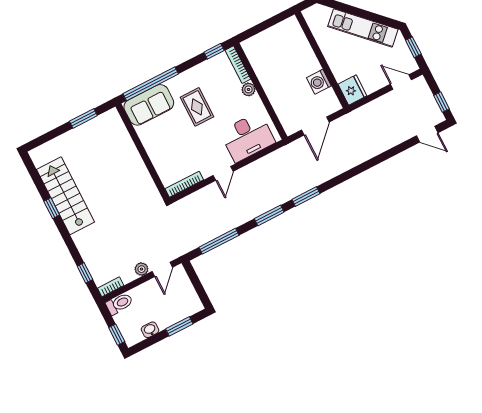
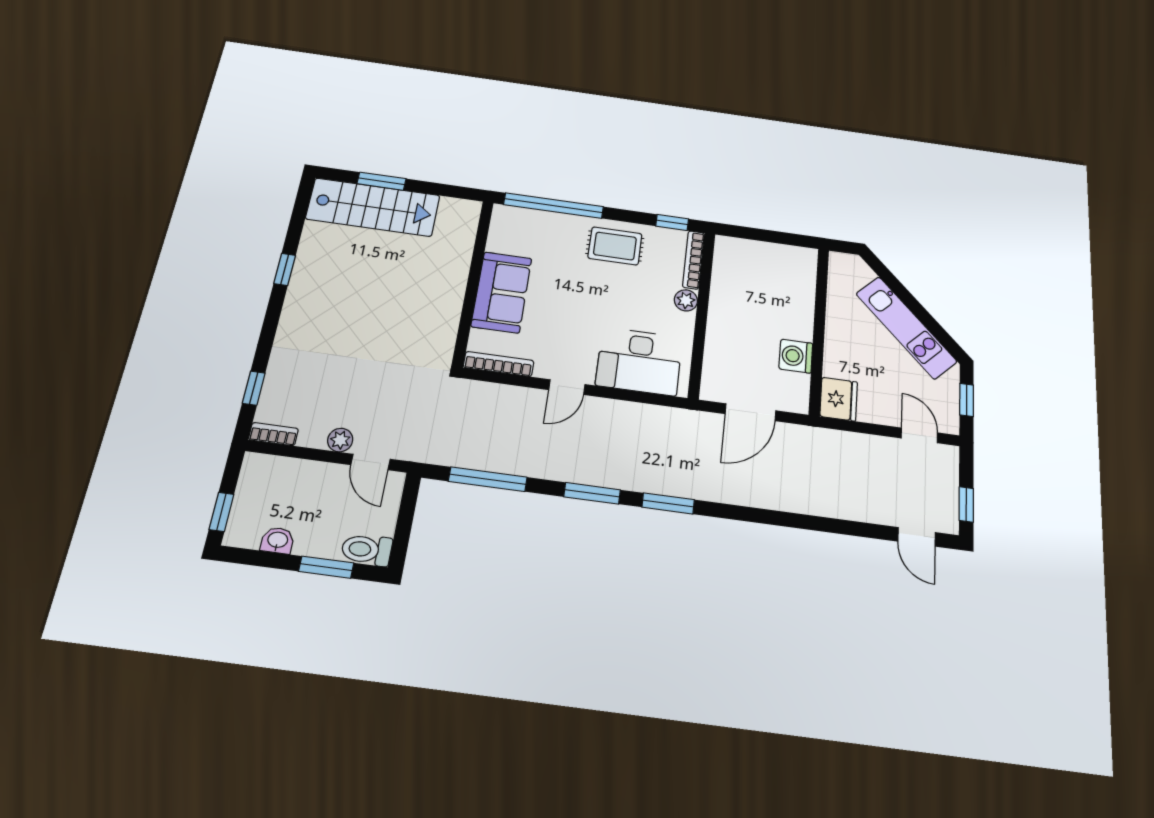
sofa: (149, 105) -> (502, 292), moved, turned -90
rug: (197, 107) -> (615, 246), moved, turned 90
window: (83, 118) -> (382, 181), moved
stairs: (66, 196) -> (373, 207), moved, turned 90
door: (162, 269) -> (370, 462), hinge flipped
toilet: (119, 304) -> (367, 550), moved, turned 180

